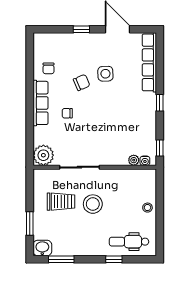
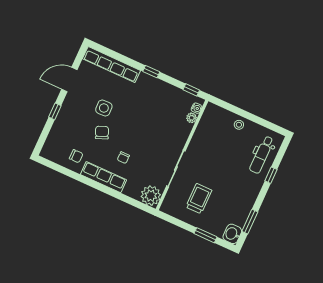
stool: (93, 204) -> (214, 172), removed

